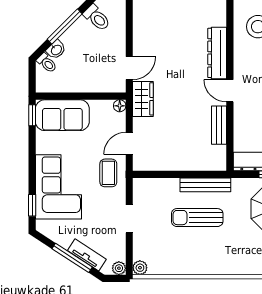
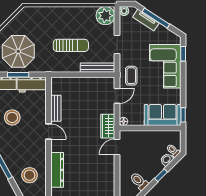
window: (65, 26) -> (161, 175), width x0.46
dresser: (217, 53) -> (57, 170), moved
bench: (205, 185) -> (97, 68), moved
plant: (140, 268) -> (105, 16), width x1.87, depth x1.87

